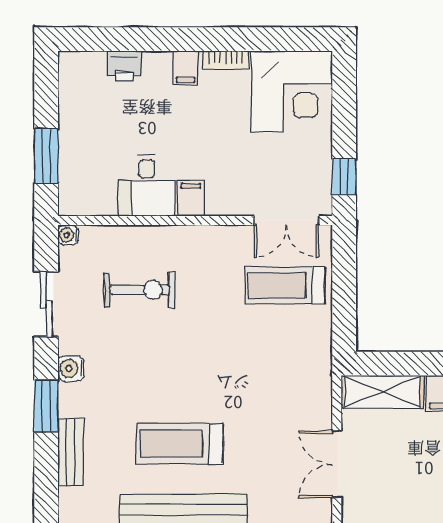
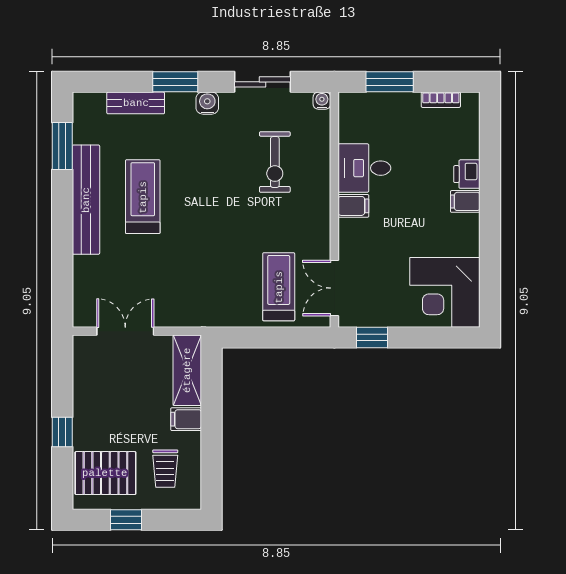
bookcase: (226, 60) -> (441, 100), moved, turned -90
printer: (124, 66) -> (467, 174), moved

